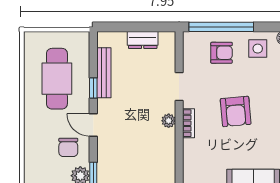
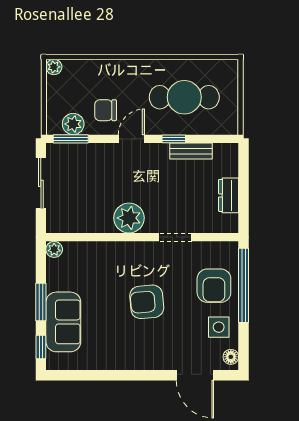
armchair: (222, 53) -> (214, 286), width x1.38, depth x1.38
bench: (104, 73) -> (191, 151), width x0.73
plant: (169, 121) -> (129, 218), width x1.87, depth x1.87
bookcase: (189, 123) -> (133, 248), removed

